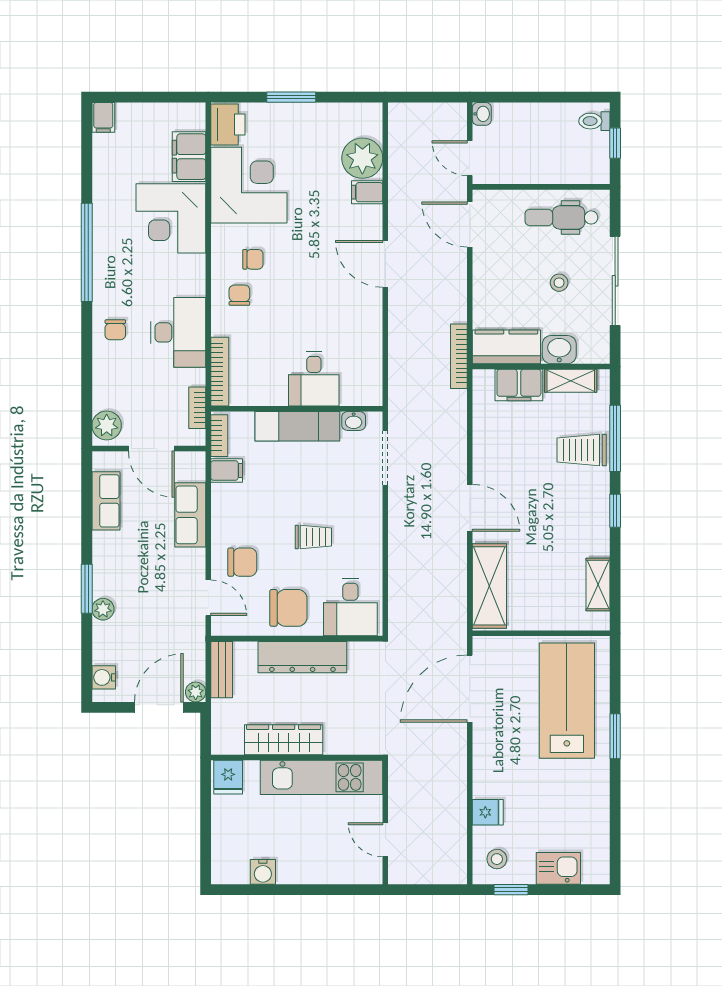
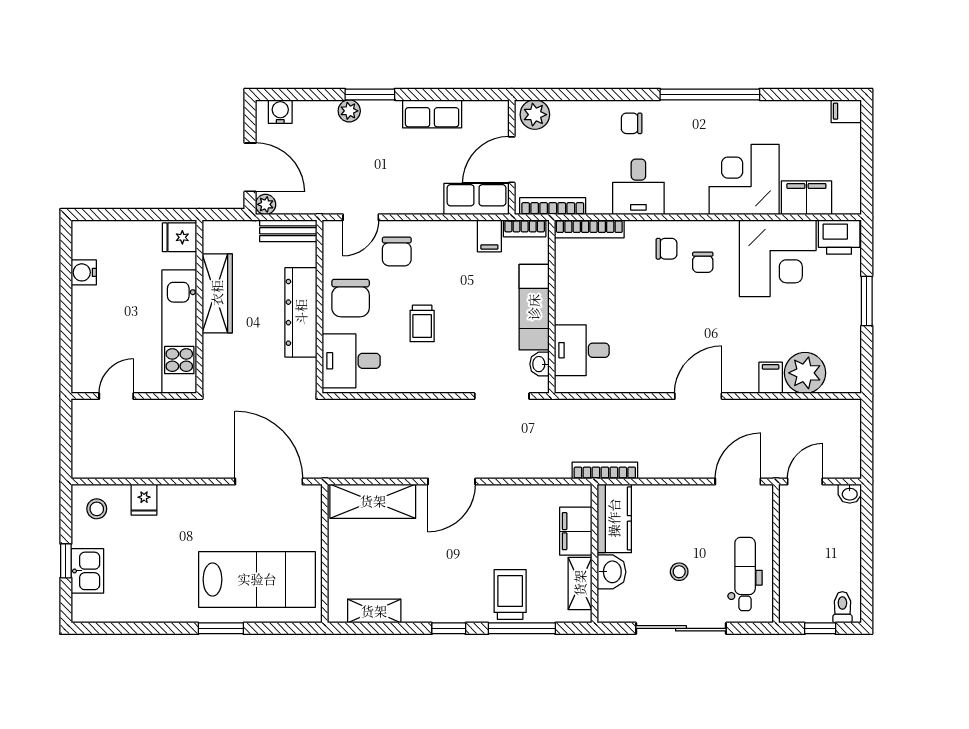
desk: (178, 332) -> (638, 187), width x0.73
desk: (314, 379) -> (582, 350), moved
bookcase: (197, 408) -> (553, 206), width x1.56
row of seats: (106, 501) -> (432, 114), moved
row of seats: (190, 515) -> (476, 199), moved
window: (511, 890) -> (66, 561), moved

